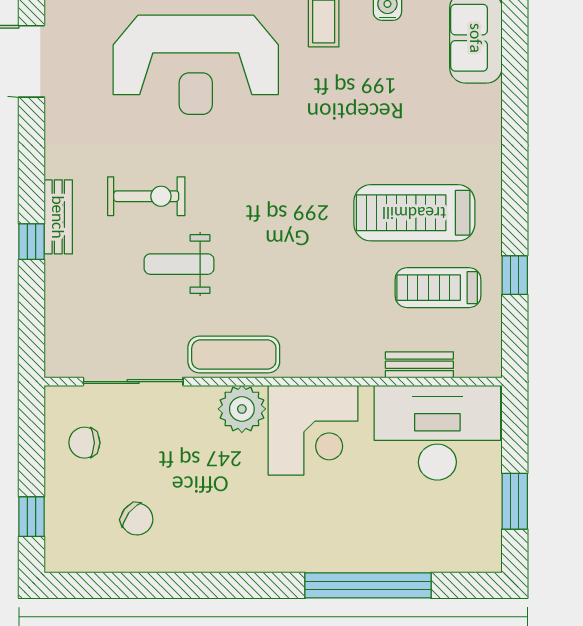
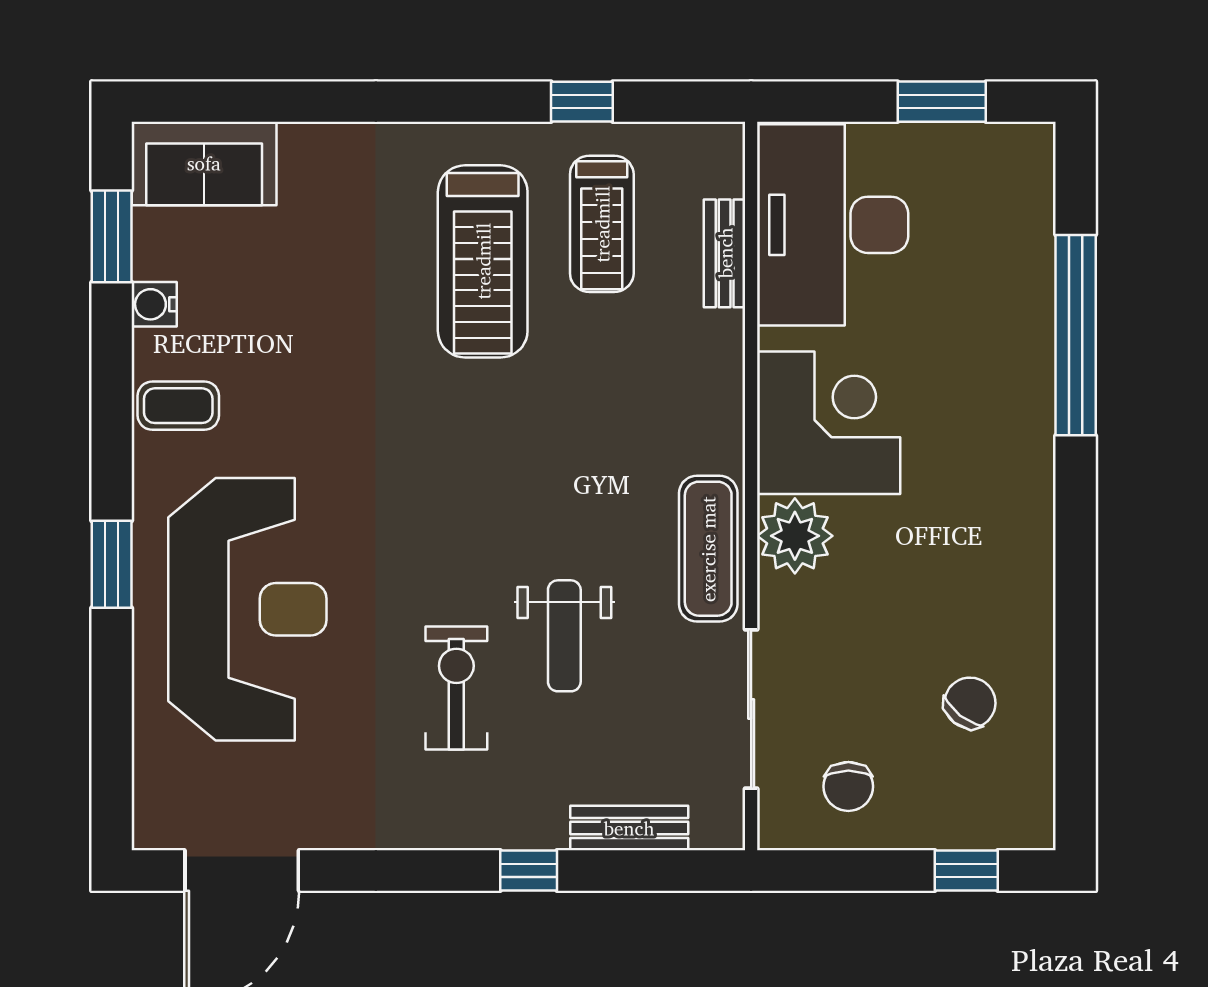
bench: (58, 217) -> (629, 828), moved

